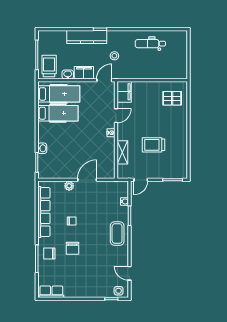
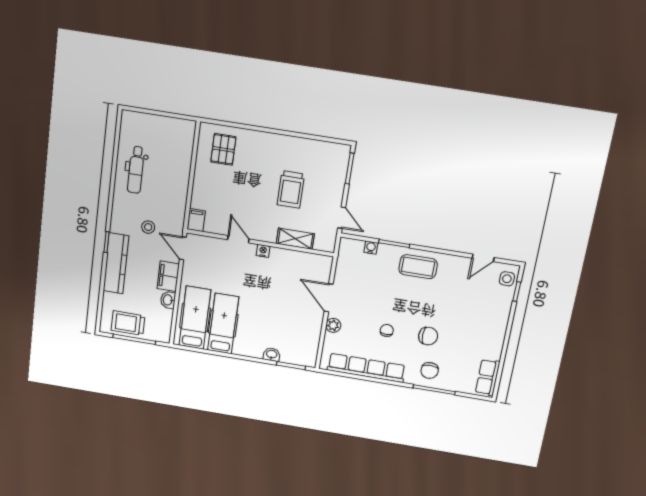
trolley: (49, 66) -> (128, 323), moved
filing cabinet: (124, 92) -> (196, 220), width x0.50

